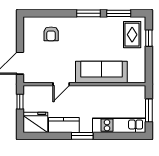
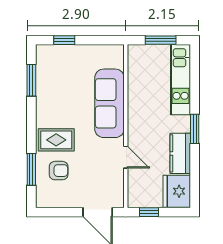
window: (88, 13) -> (31, 169), moved
rug: (132, 35) -> (56, 140), moved

